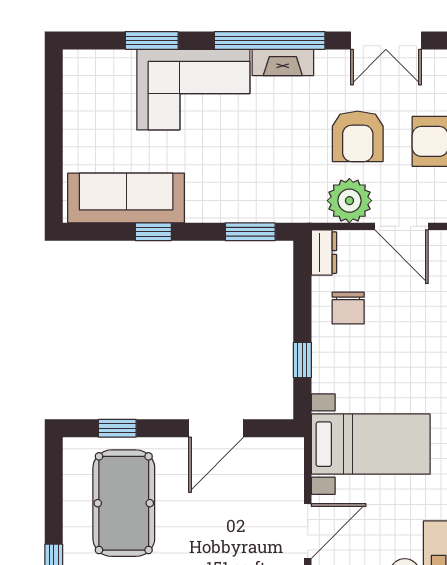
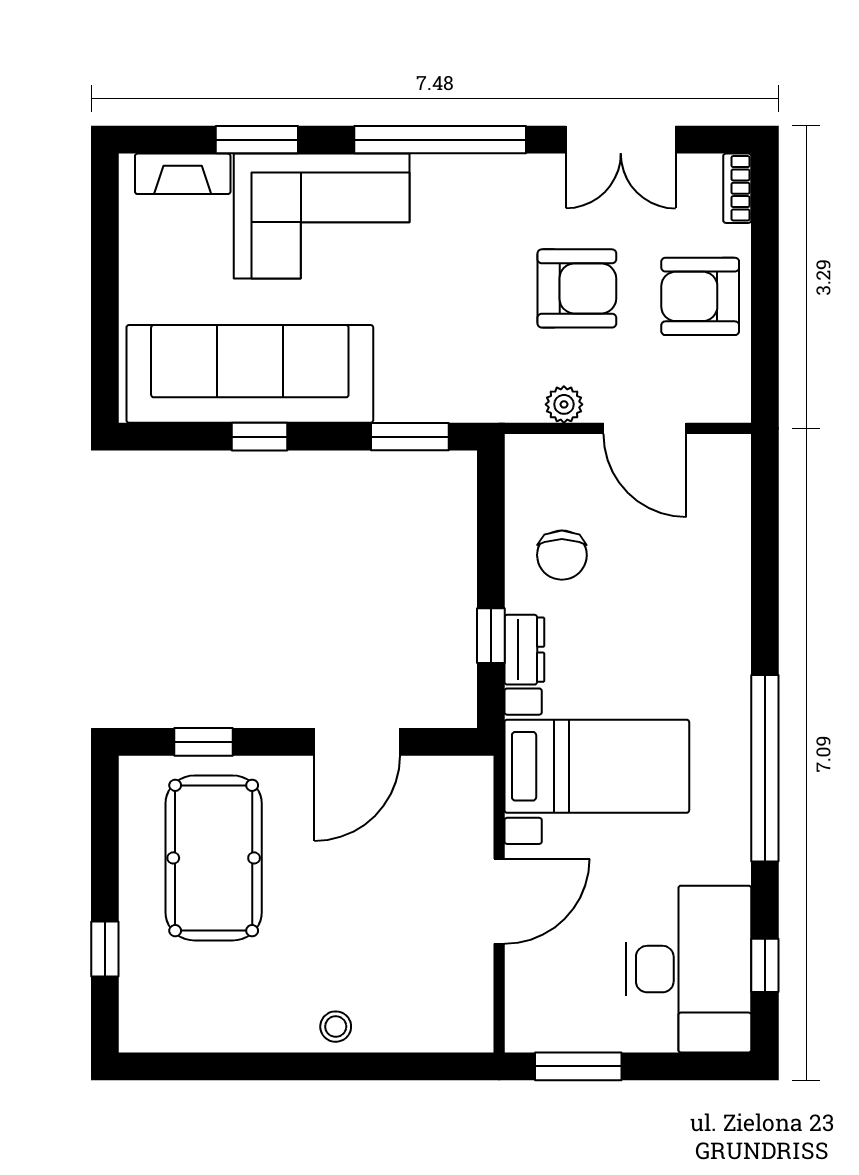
fireplace: (283, 62) -> (183, 174), moved
armchair: (358, 136) -> (577, 288), turned -90
sofa: (126, 198) -> (250, 374), width x1.36, depth x1.27
plant: (349, 201) -> (564, 404), width x0.53, depth x0.53
dresser: (324, 253) -> (524, 650), moved

